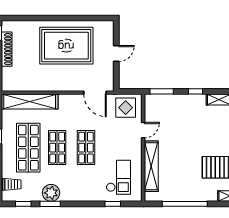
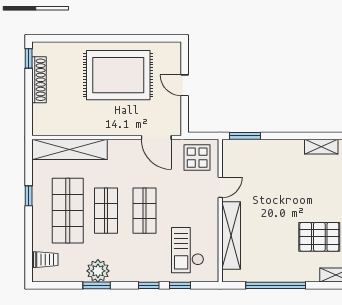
door: (116, 53) -> (185, 85), swing flipped
window: (196, 91) -> (290, 136), removed
checkout: (118, 177) -> (188, 250), turned 180
window: (23, 204) -> (149, 285), moved

